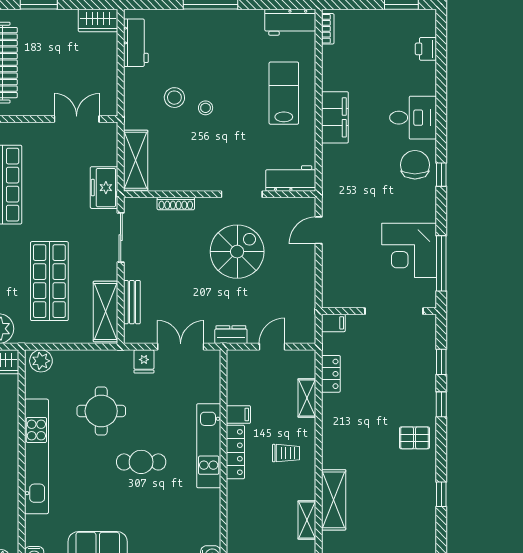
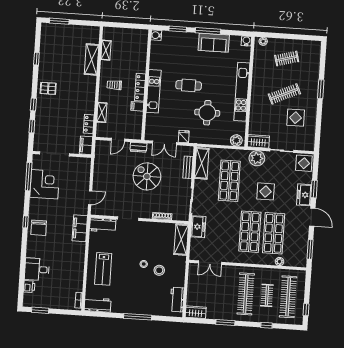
filing cabinet: (335, 117) -> (80, 228), moved
desk: (413, 118) -> (37, 269), moved
spiral stairs: (237, 252) -> (147, 176), moved, turned 90
filing cabinet: (333, 323) -> (86, 145), width x2.00

